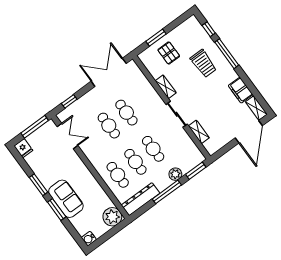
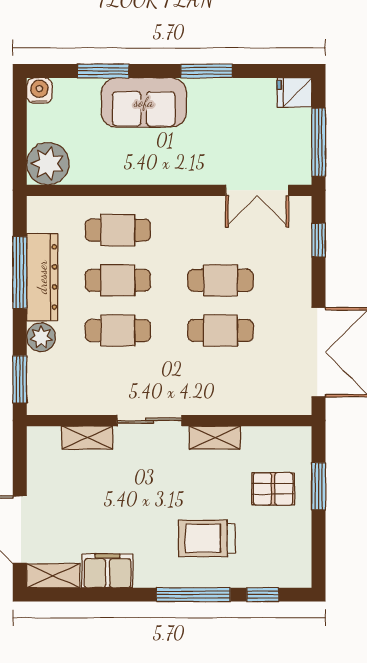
window: (167, 192) -> (20, 273), moved
dresser: (141, 199) -> (42, 277), moved
window: (57, 209) -> (103, 71), moved

